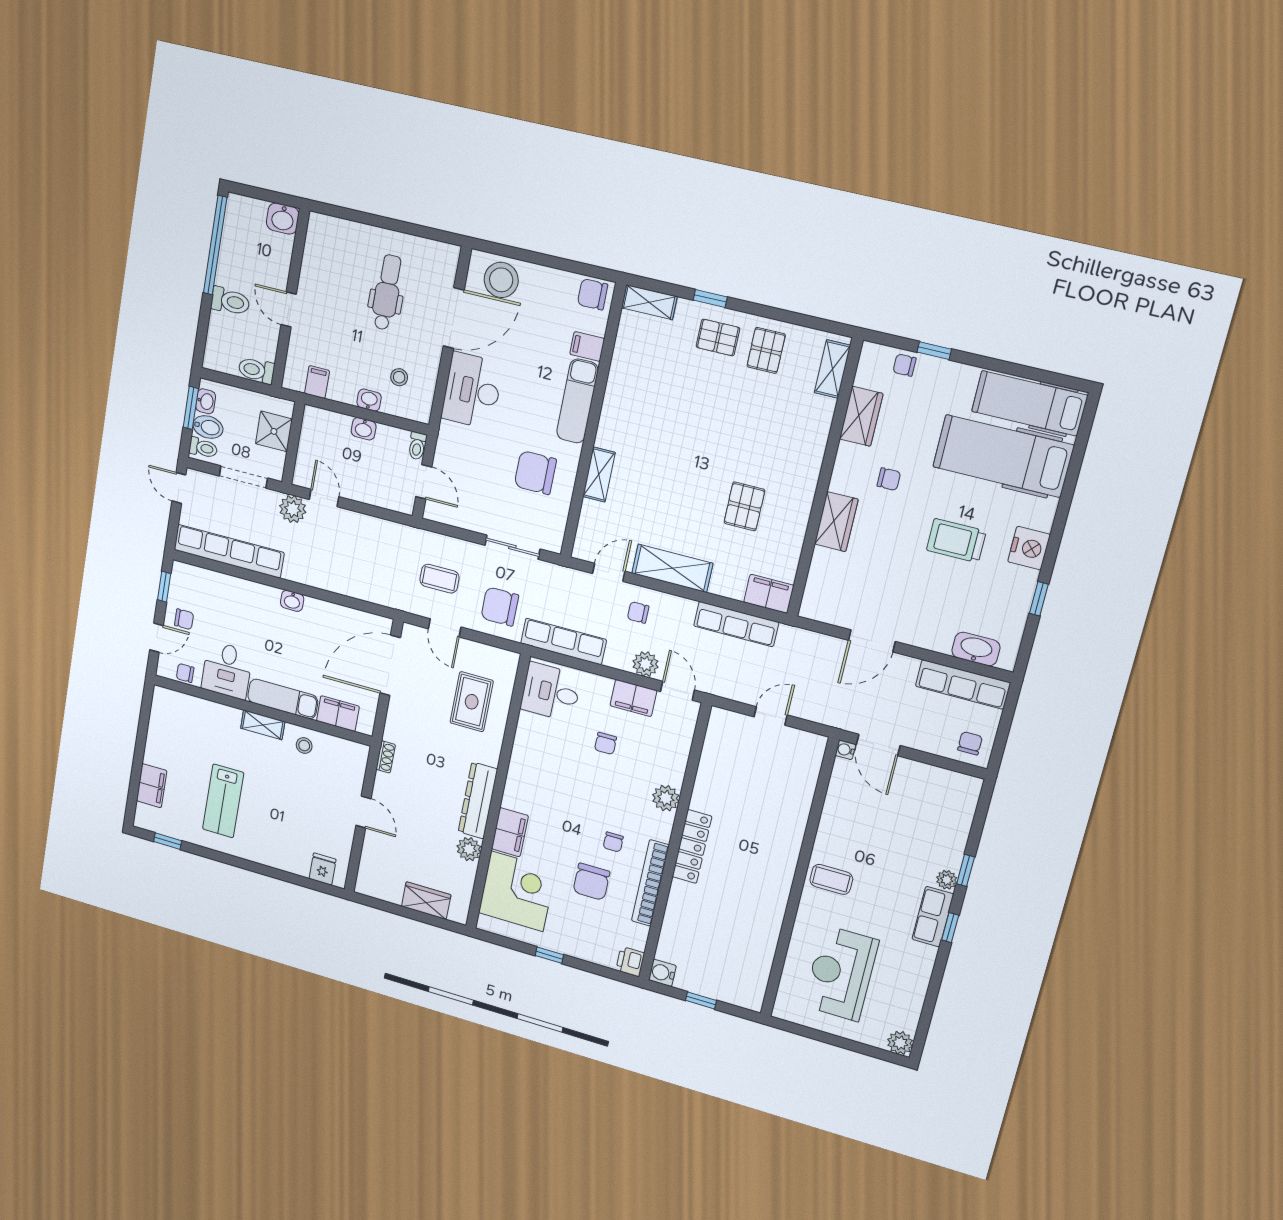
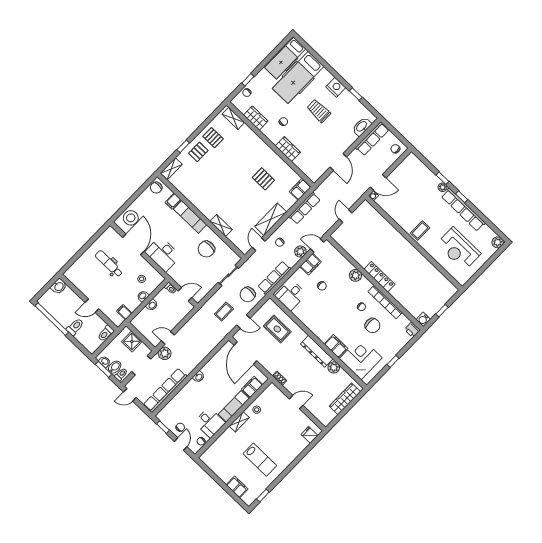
trolley: (956, 541) -> (319, 111), turned 90
wardrobe: (426, 901) -> (345, 399), width x1.50
row of seats: (933, 917) -> (463, 210), width x2.02

